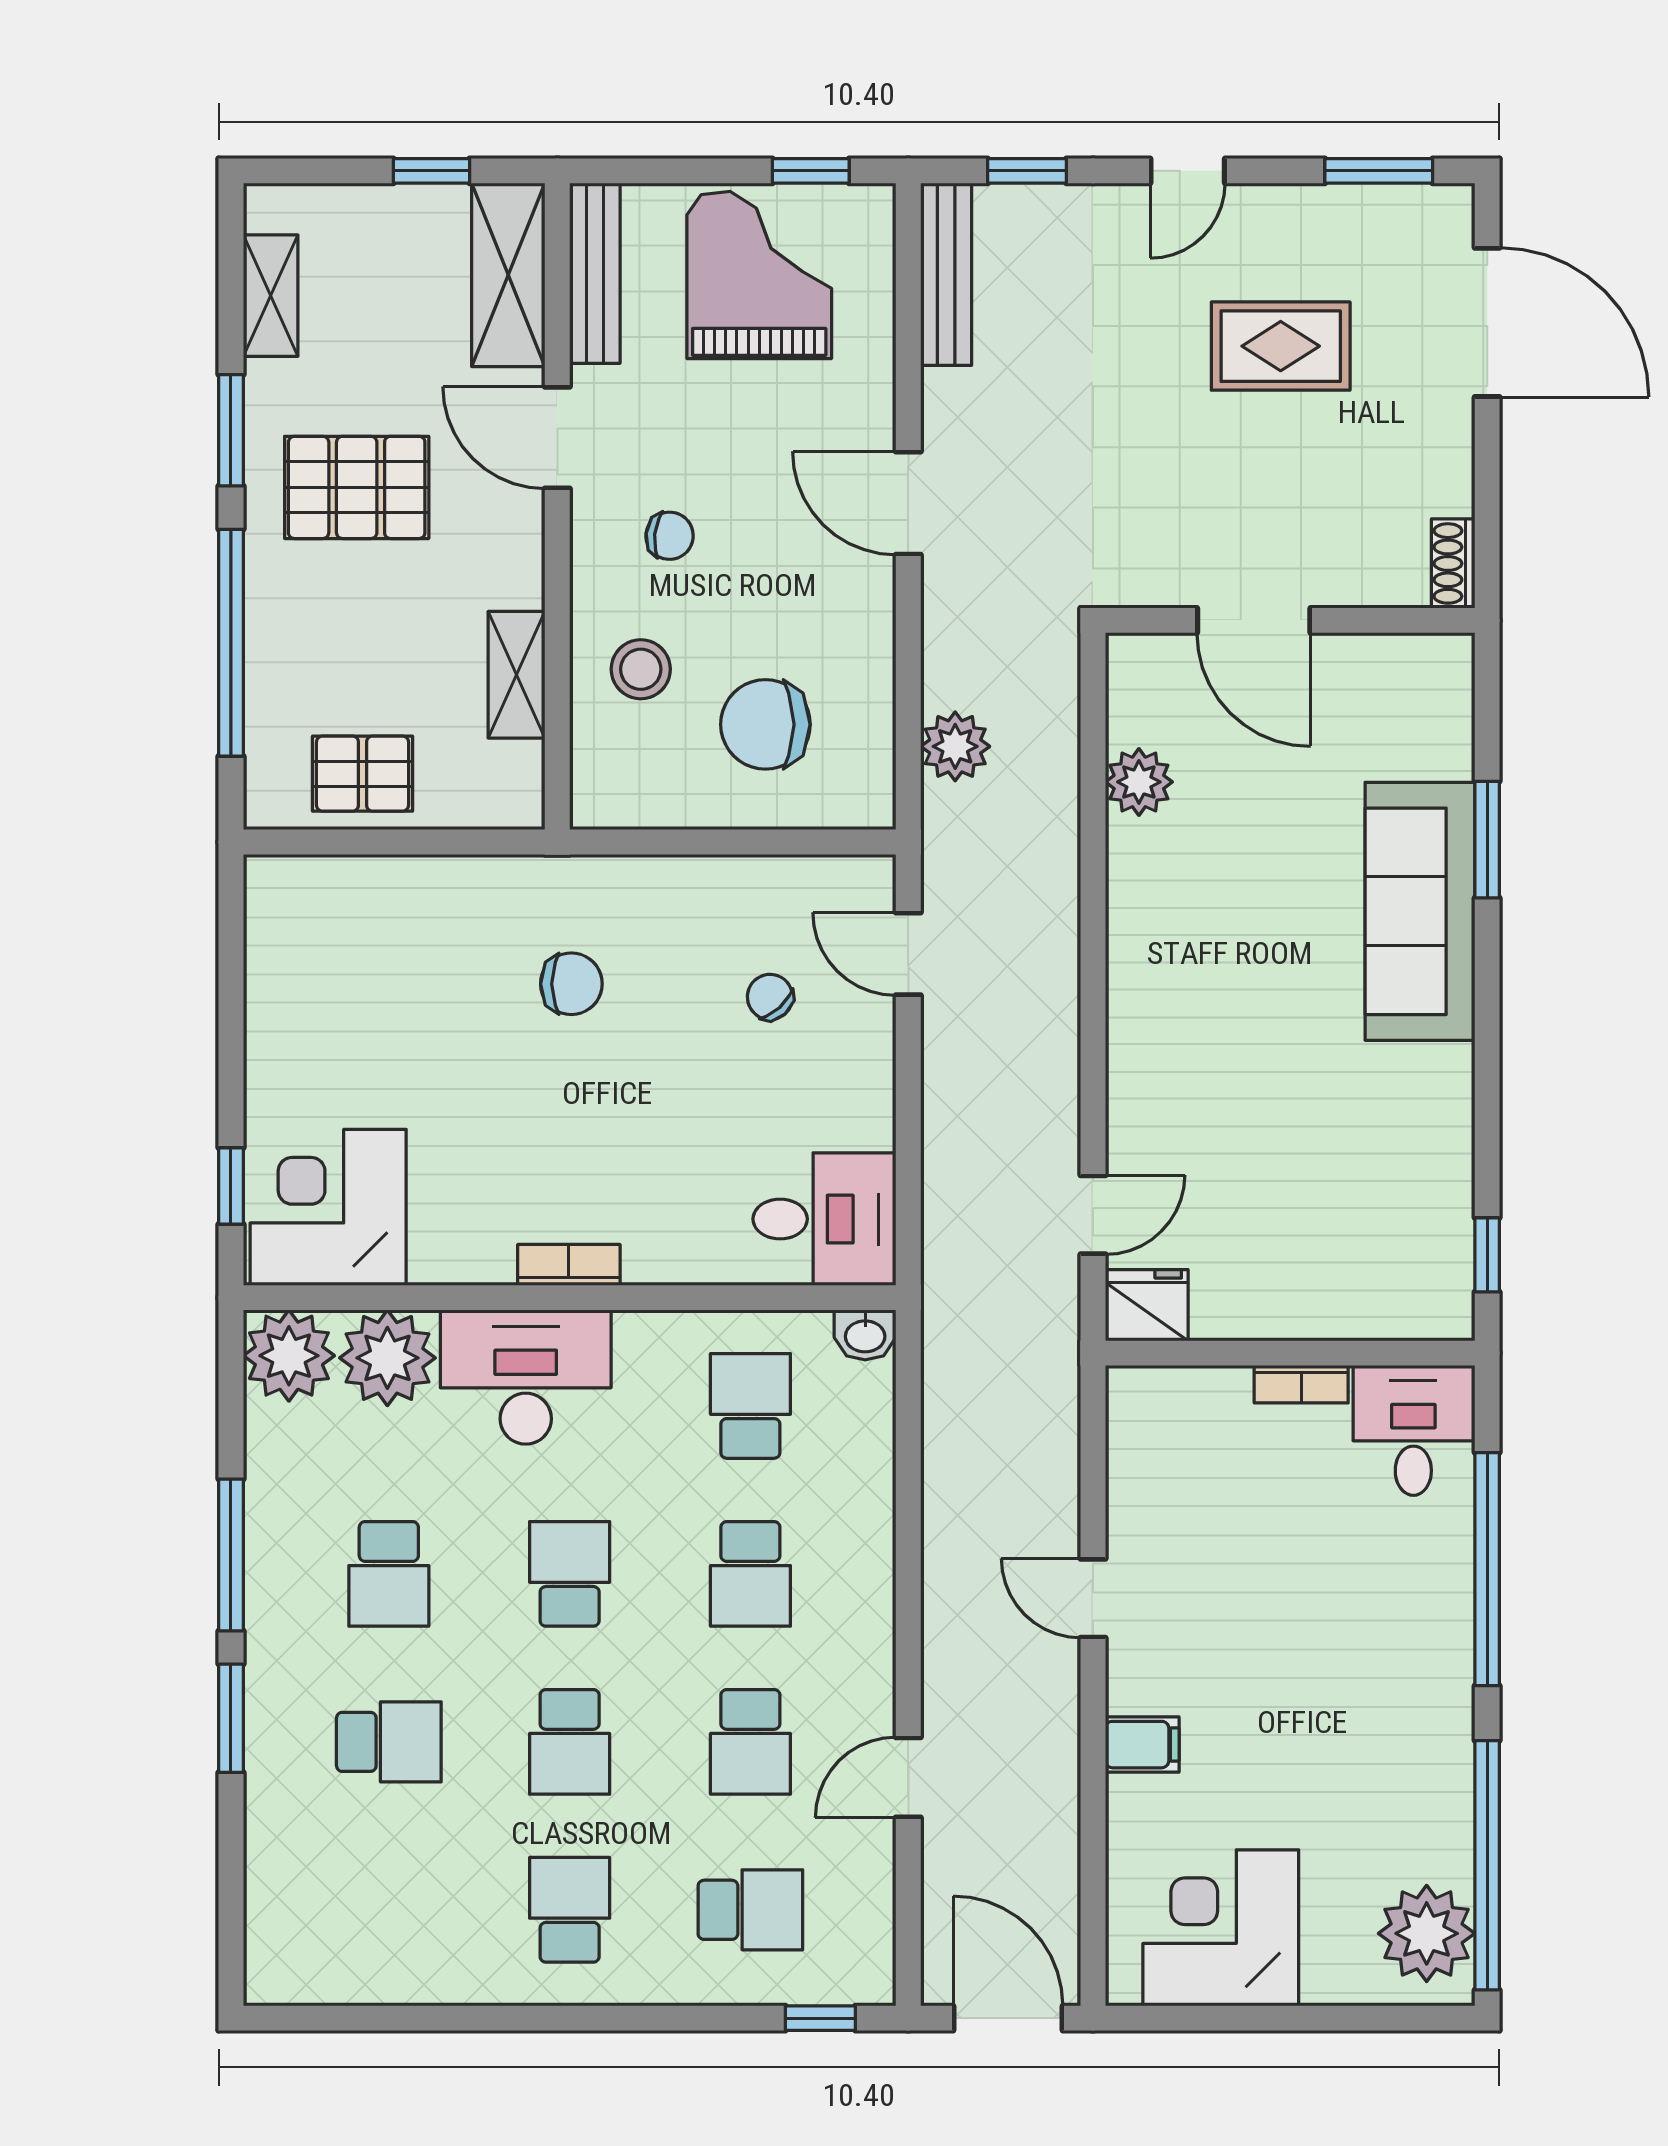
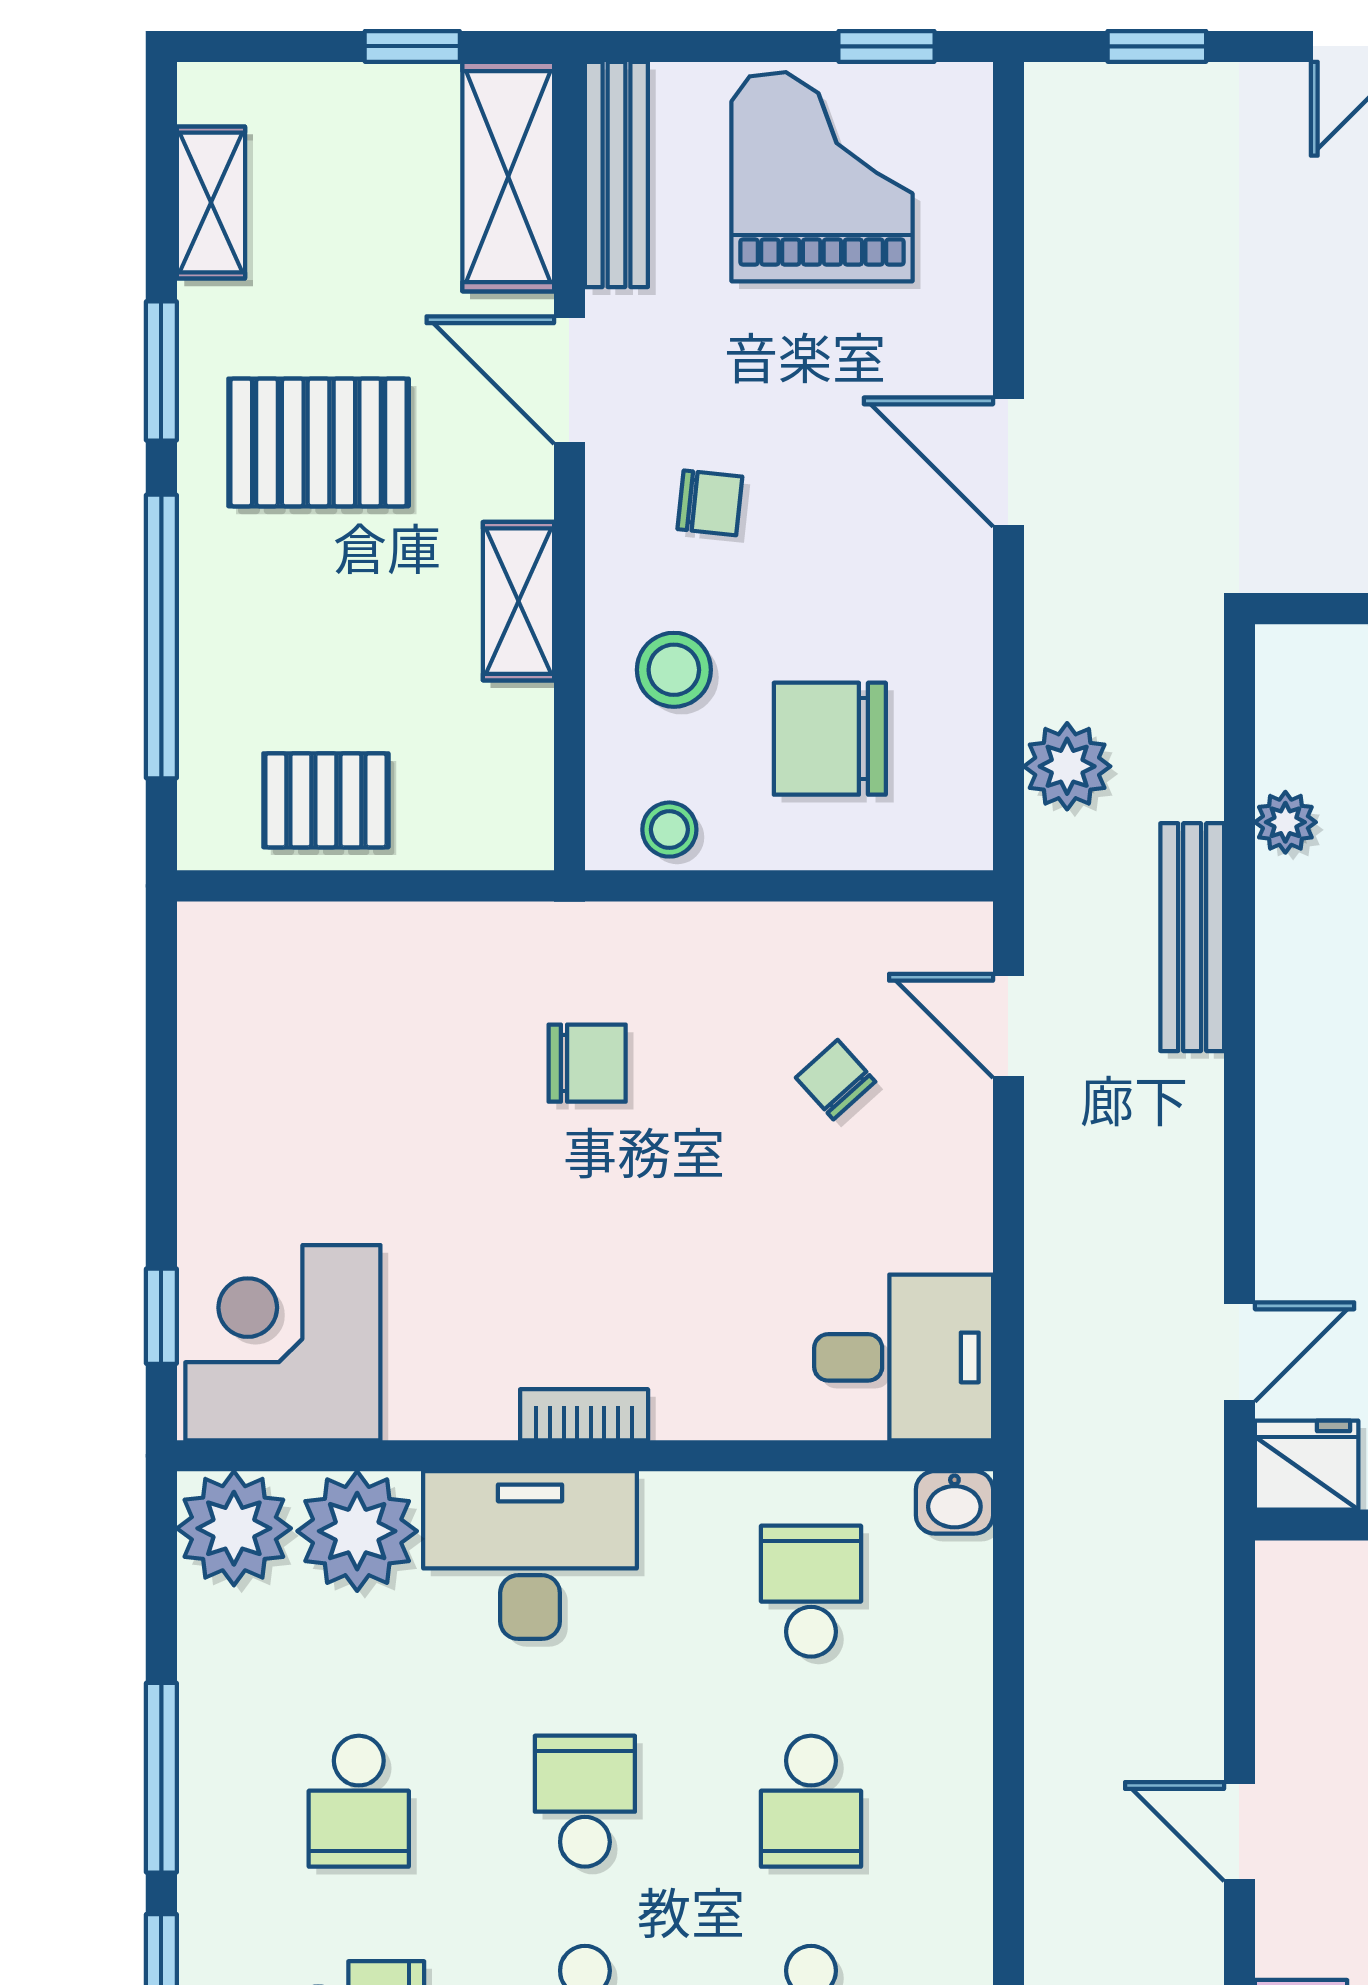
bench: (946, 274) -> (1192, 937), moved
shelving: (516, 675) -> (518, 601), moved
plant: (1139, 782) -> (1285, 822), width x0.73, depth x0.73
stool: (637, 797) -> (669, 830), added

